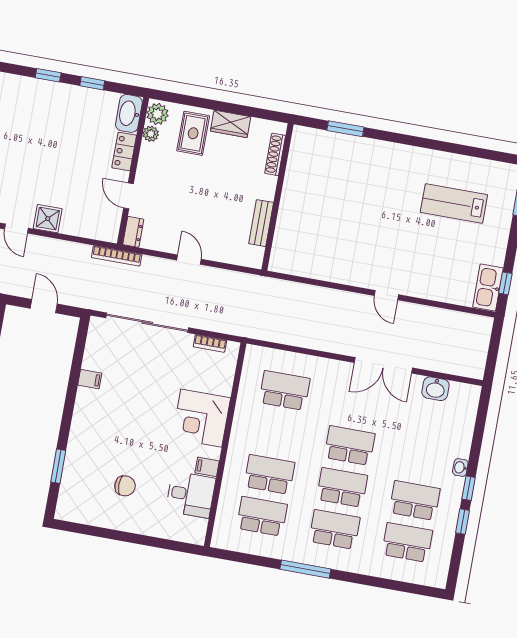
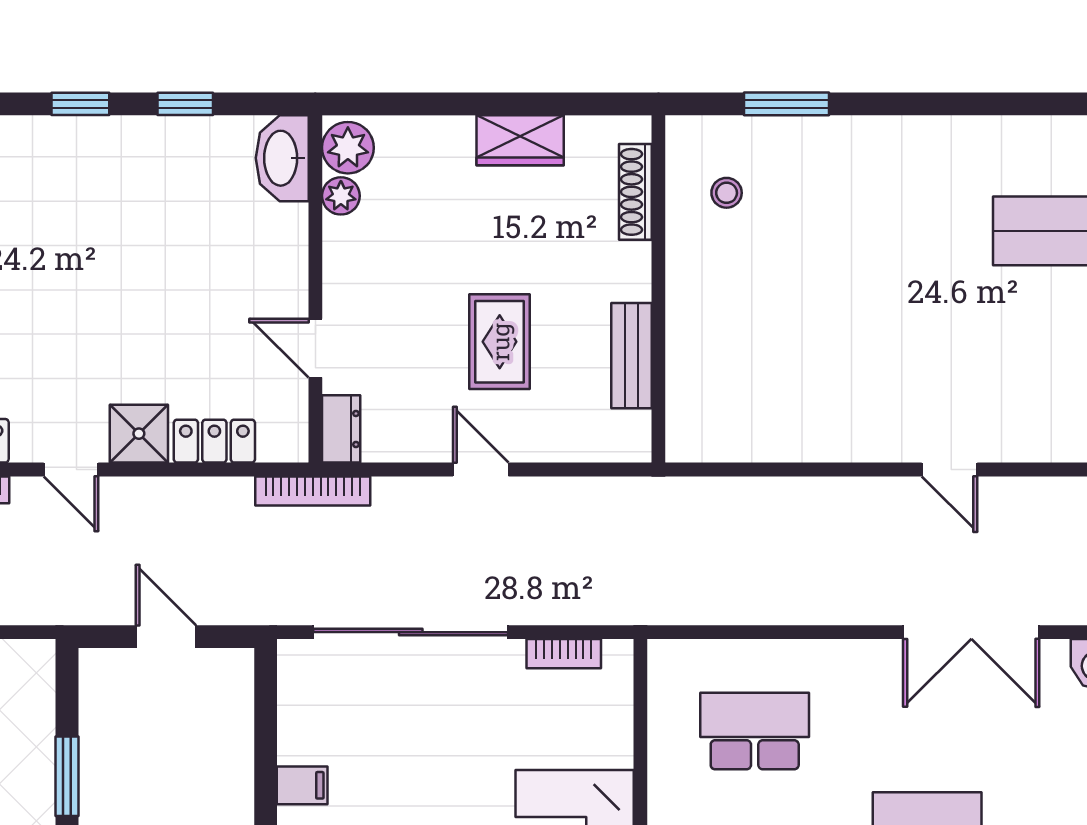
rug: (193, 133) -> (500, 342), moved
locker: (124, 151) -> (214, 441), moved, turned 90
stool: (313, 162) -> (727, 193), added

